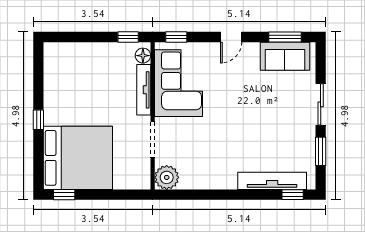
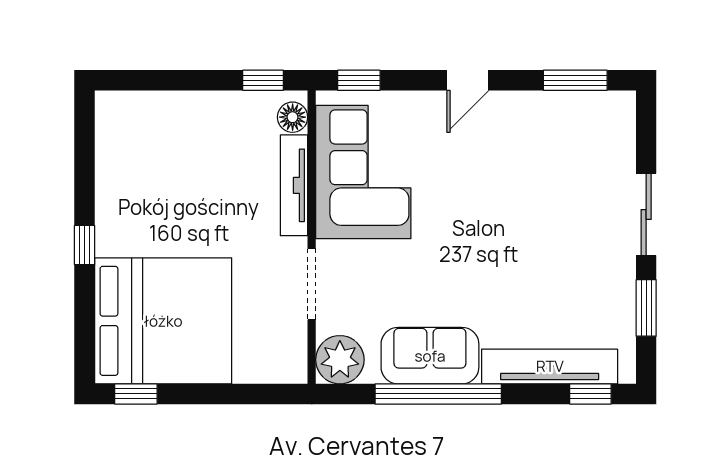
sofa: (285, 56) -> (430, 356), moved, turned 180
window: (216, 195) -> (438, 394), added

